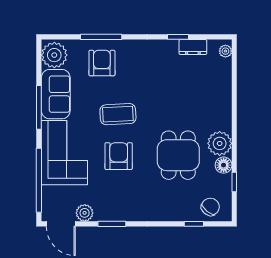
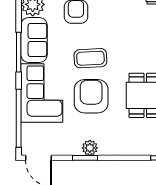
armchair: (119, 156) -> (91, 96), width x1.36, depth x1.36
plant: (85, 213) -> (90, 148), moved

